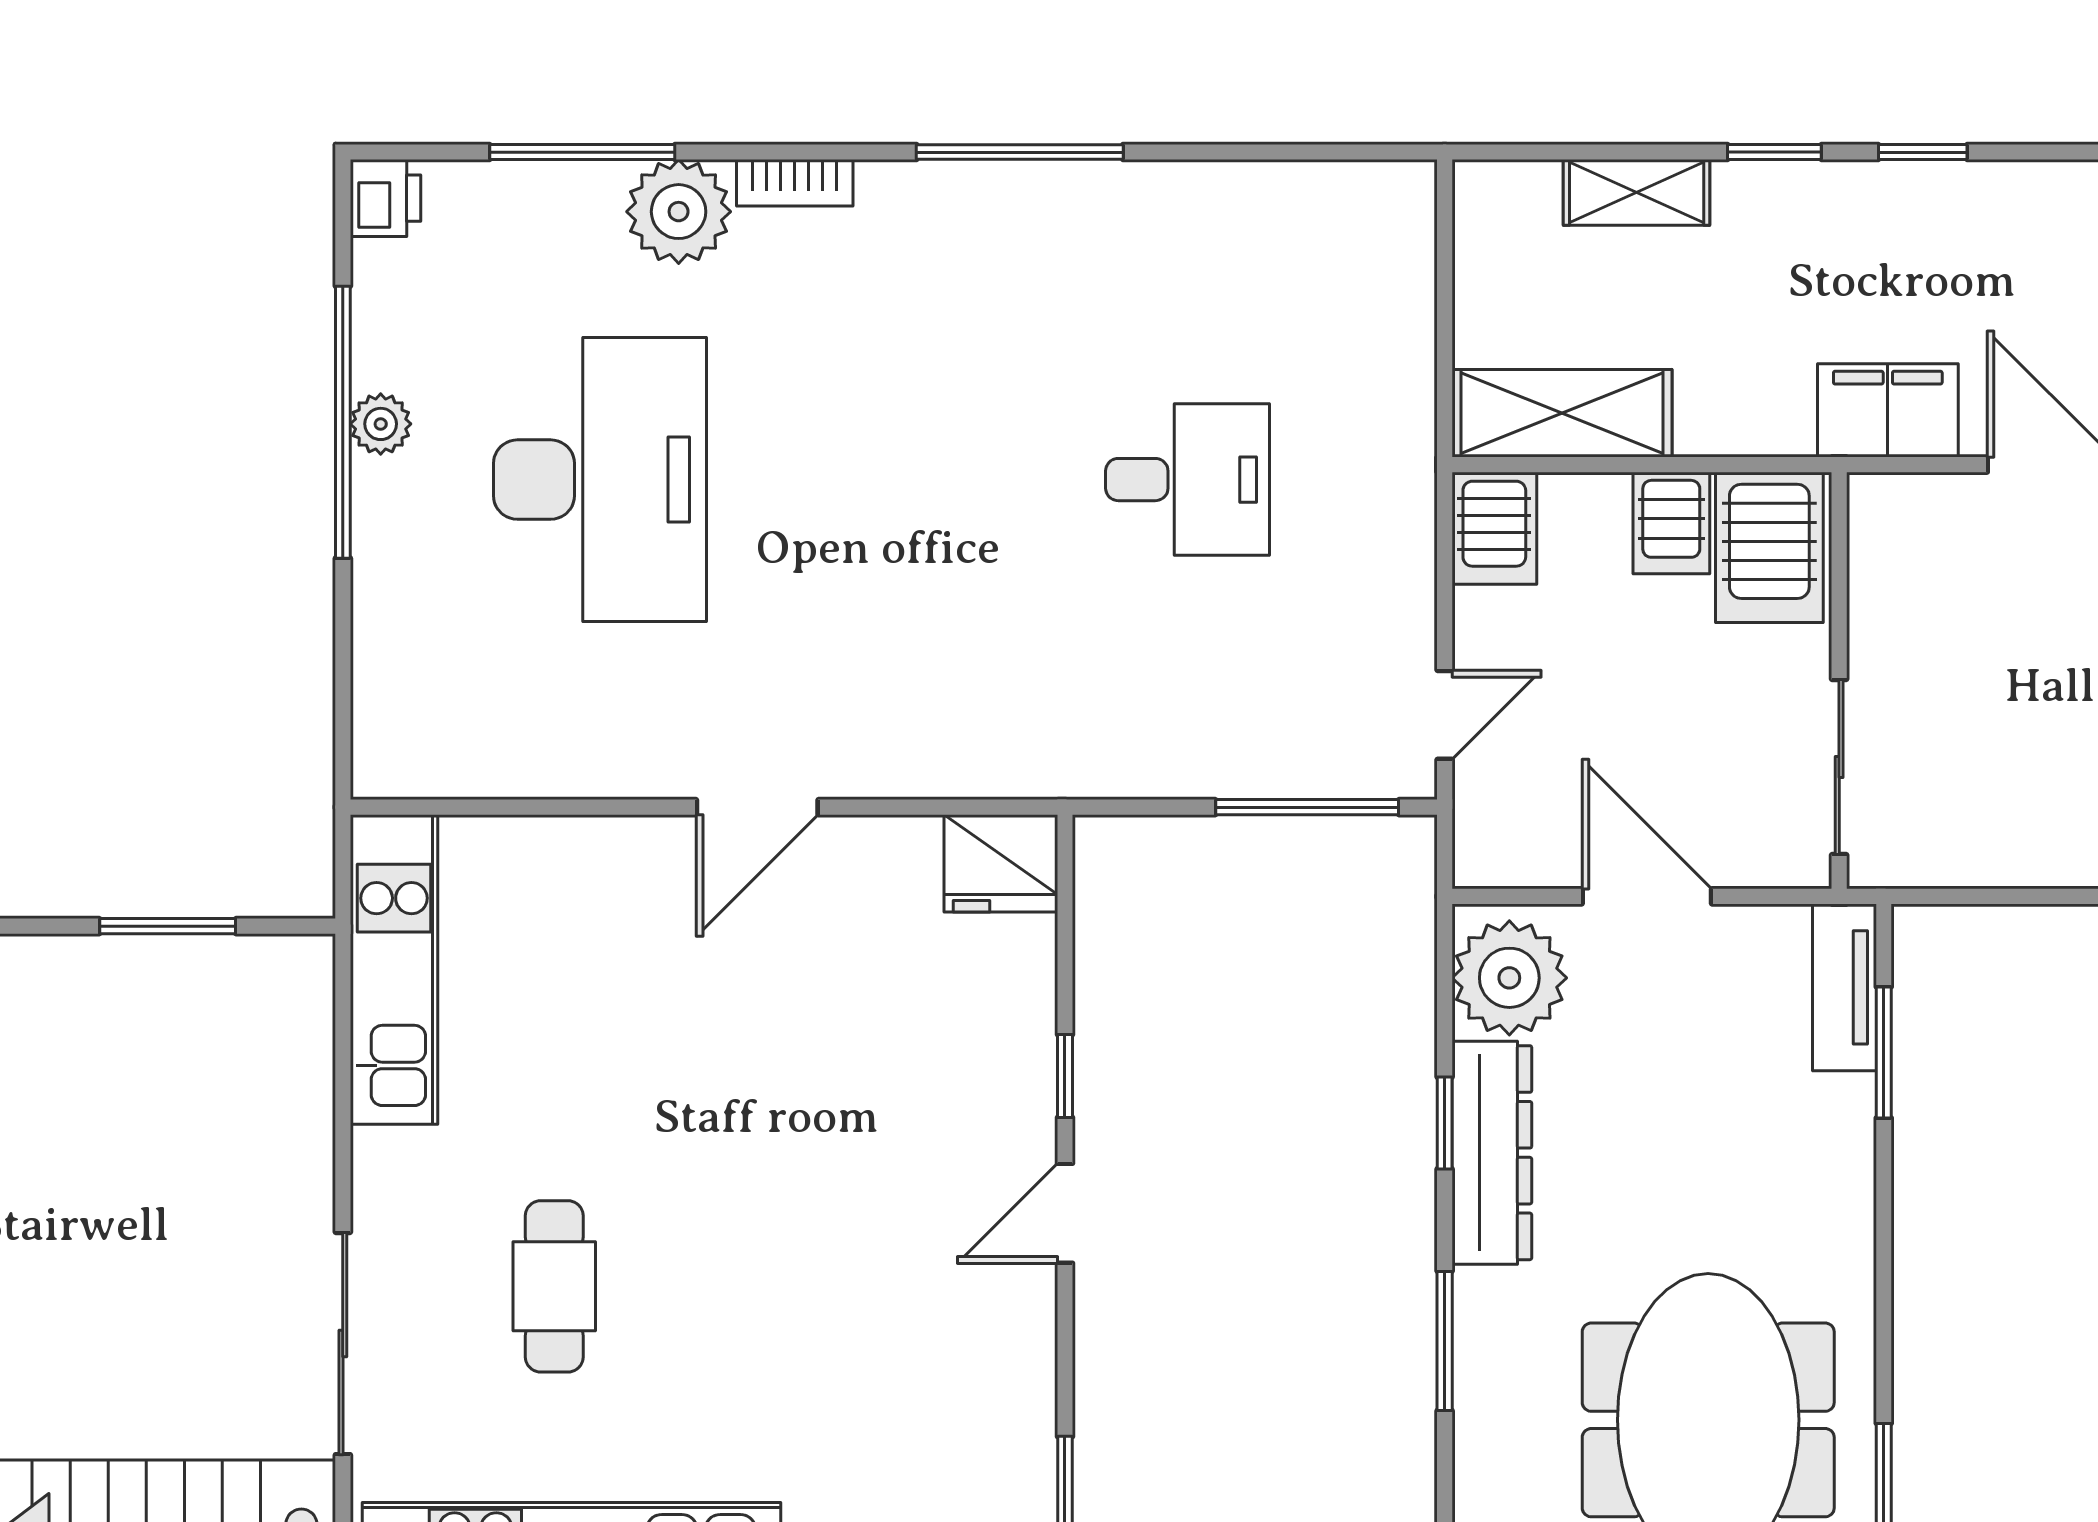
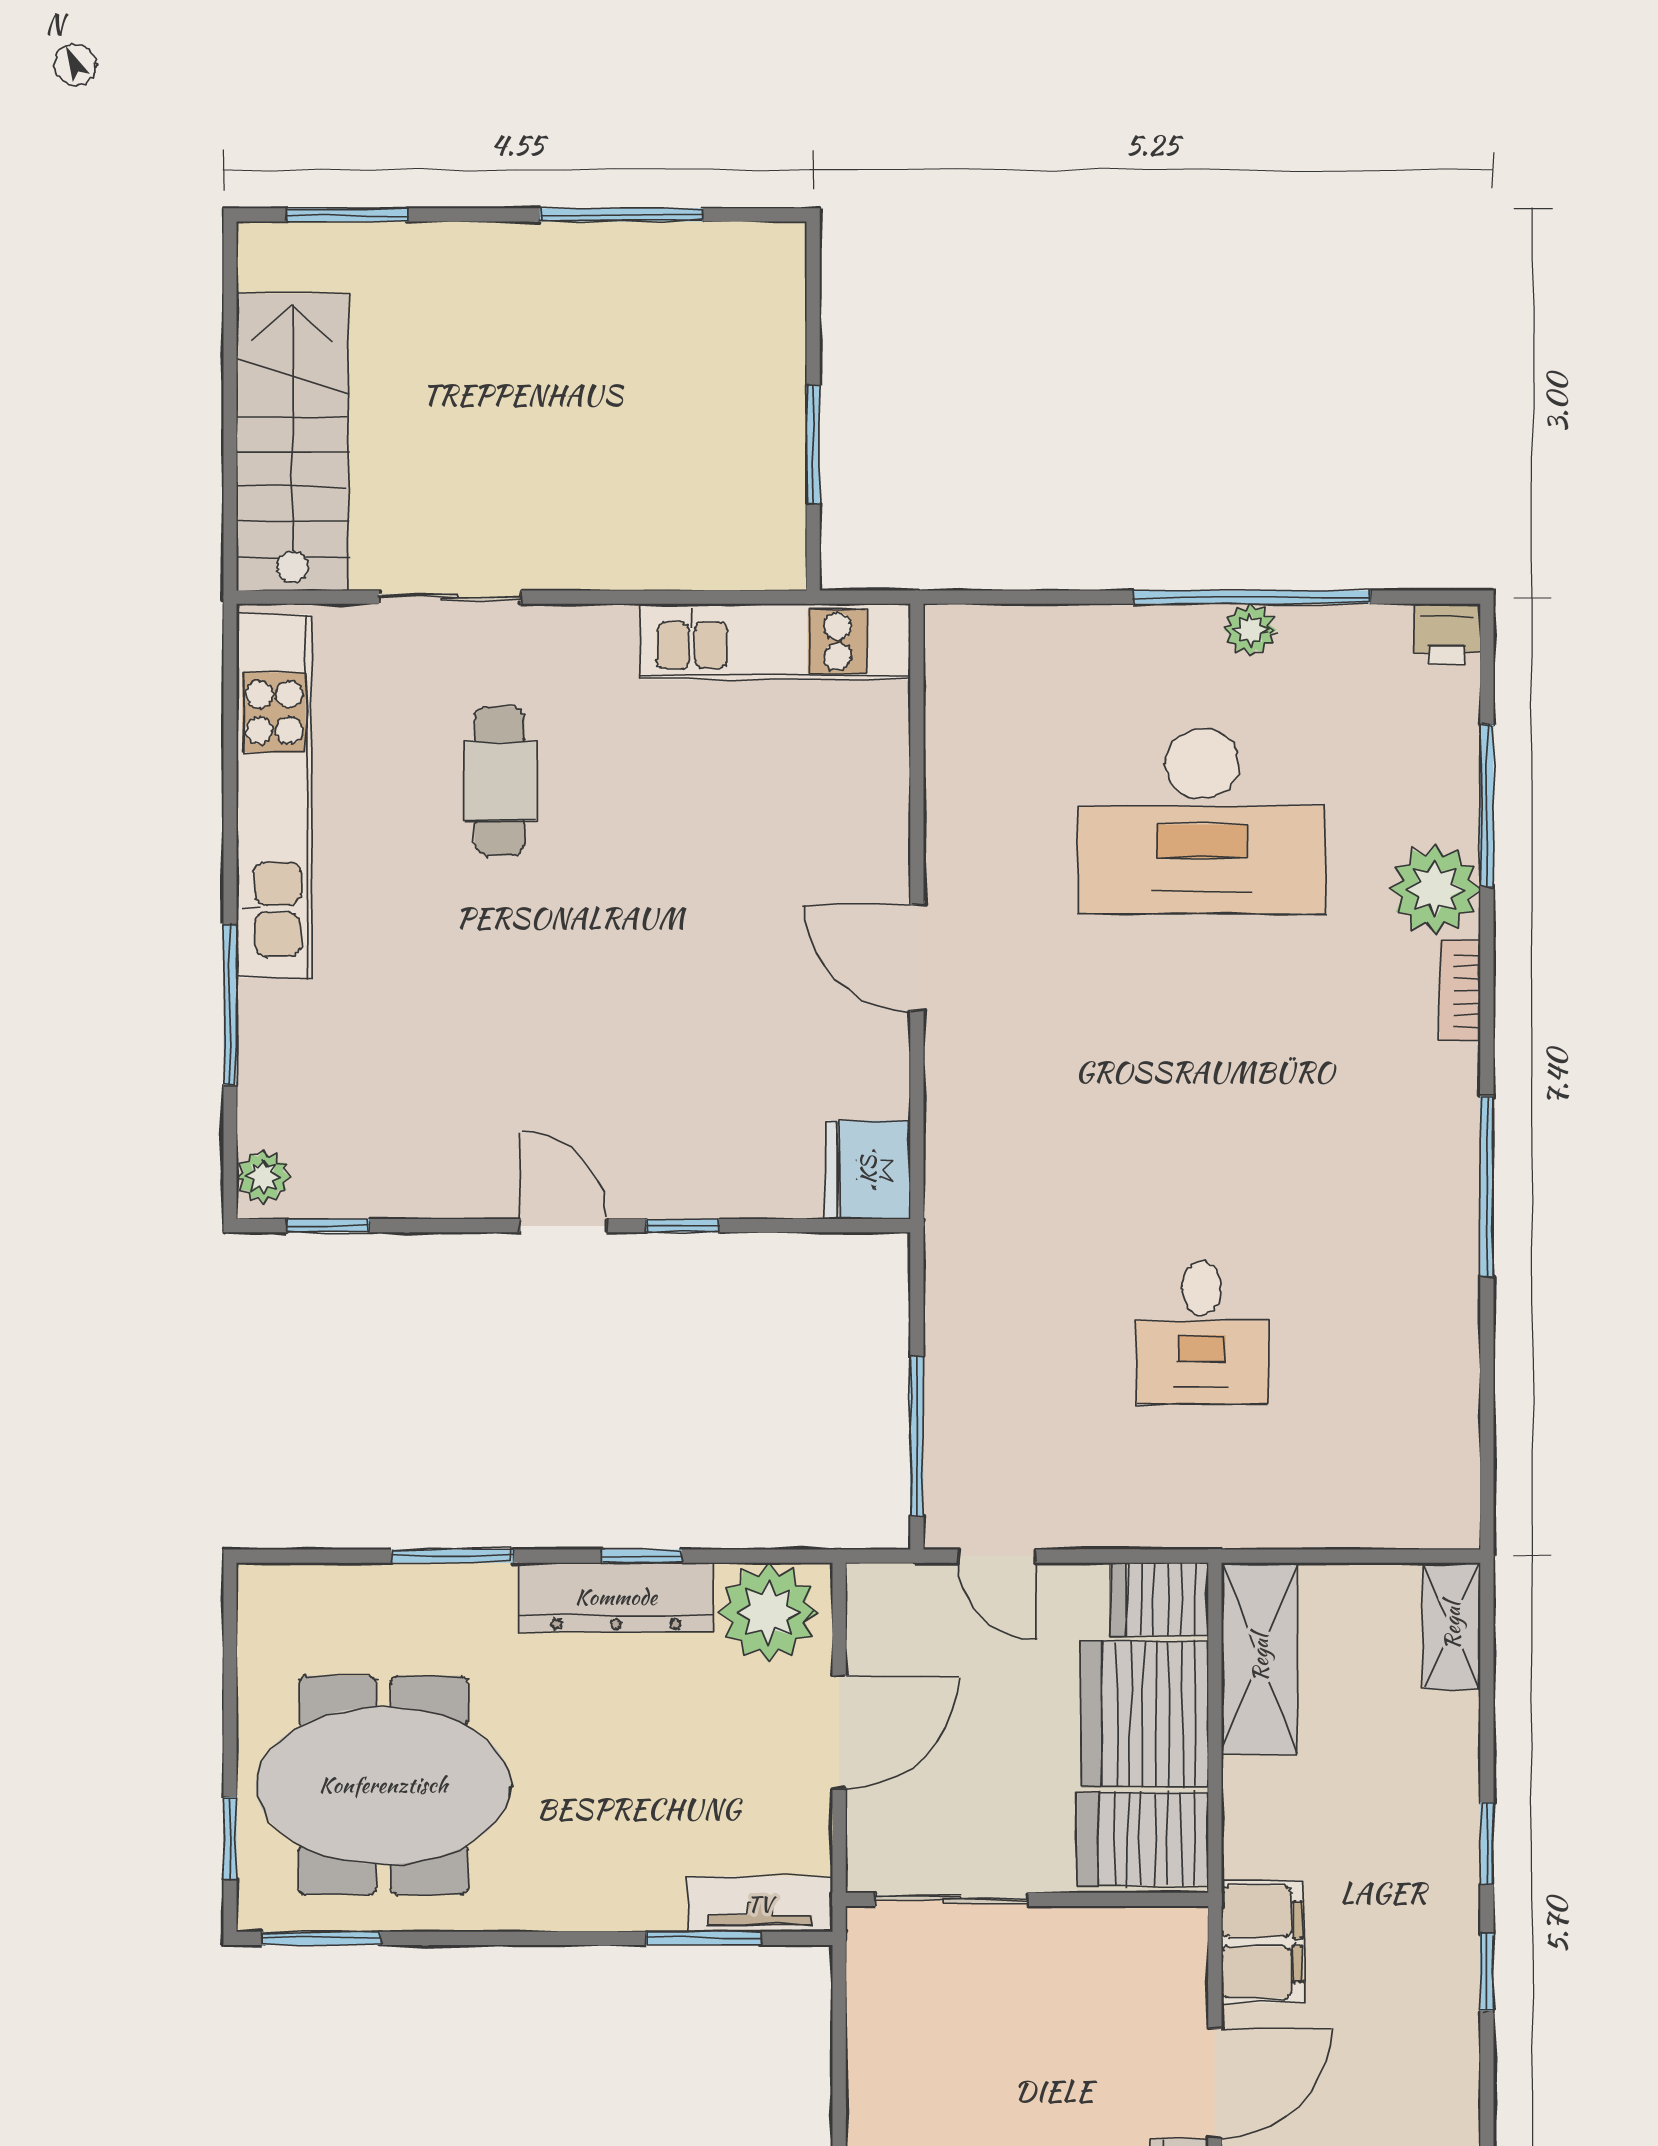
shelving: (1637, 192) -> (1452, 1626), moved
server rack: (1671, 523) -> (1145, 1714), width x2.18, depth x1.44
cafe table: (554, 1286) -> (500, 781), turned 90
sliding door: (343, 1344) -> (450, 597), width x0.73

